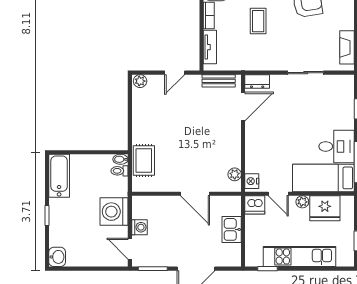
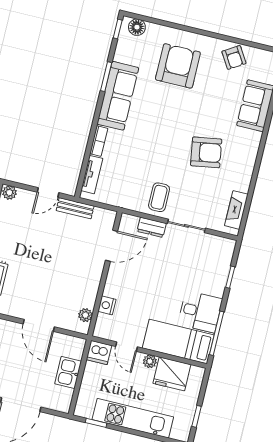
coffee table: (258, 21) -> (159, 197), moved
bench: (219, 81) -> (75, 208), moved
dresser: (257, 81) -> (152, 227), moved
nightstand: (252, 181) -> (107, 305), moved

